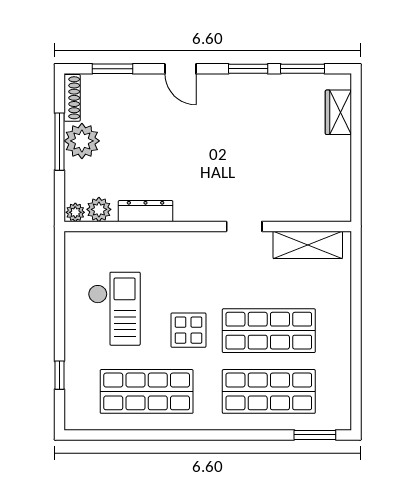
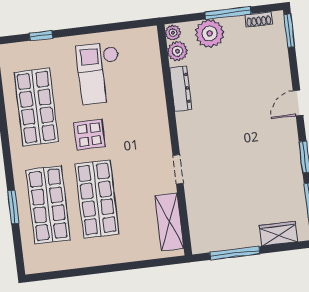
window: (112, 69) -> (289, 31), moved
shoe rack: (72, 98) -> (259, 20), width x0.70
plant: (82, 141) -> (210, 33), moved
window: (356, 169) -> (235, 253), added
checkout: (114, 309) -> (100, 73), turned 90
window: (315, 435) -> (13, 207), moved

